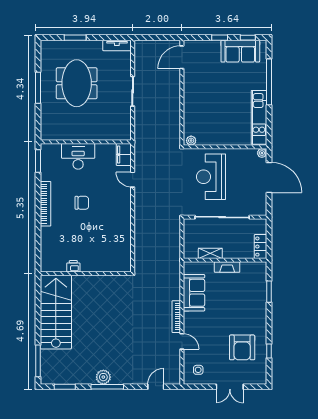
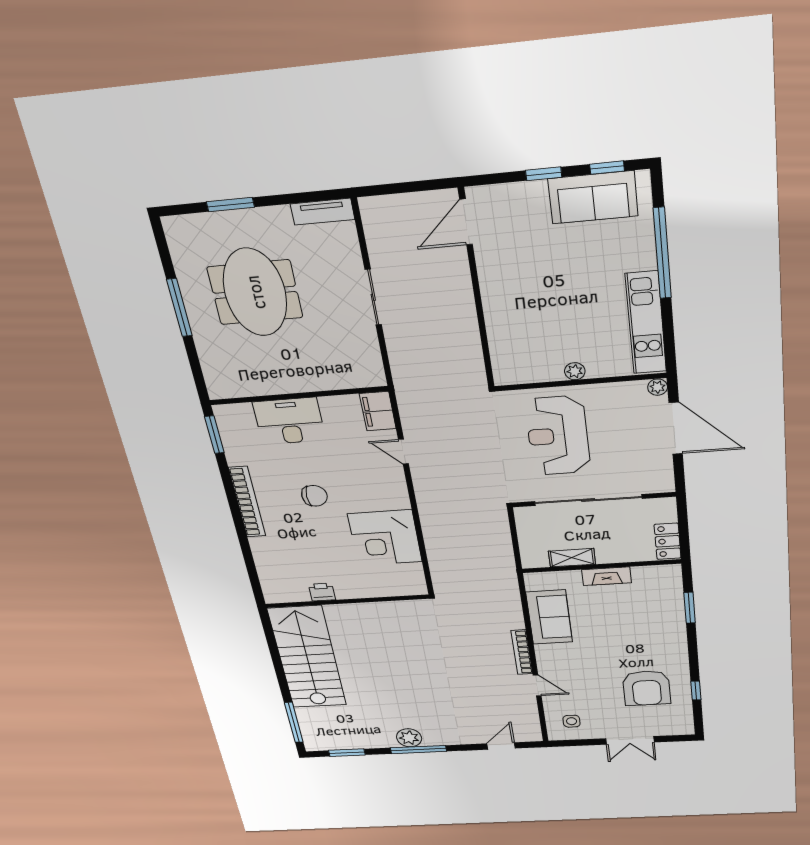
plant: (191, 141) -> (575, 371), moved
corner desk: (114, 233) -> (385, 538), added

